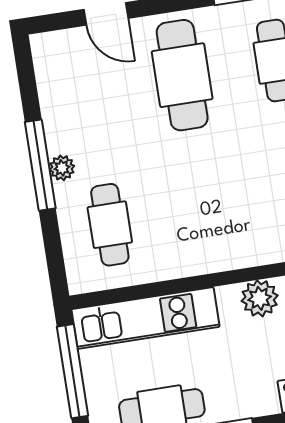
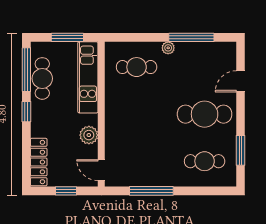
window: (40, 165) -> (191, 37), moved
window: (72, 371) -> (67, 37), width x0.69

